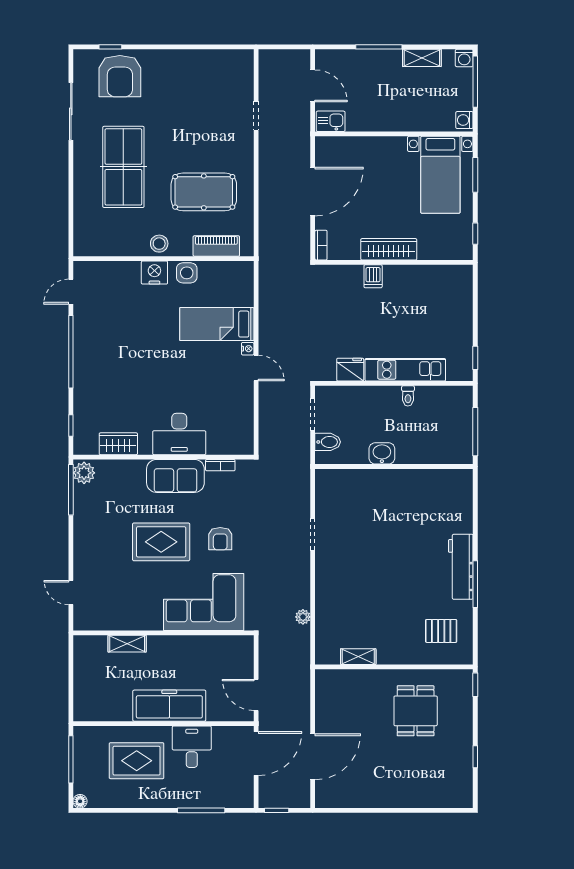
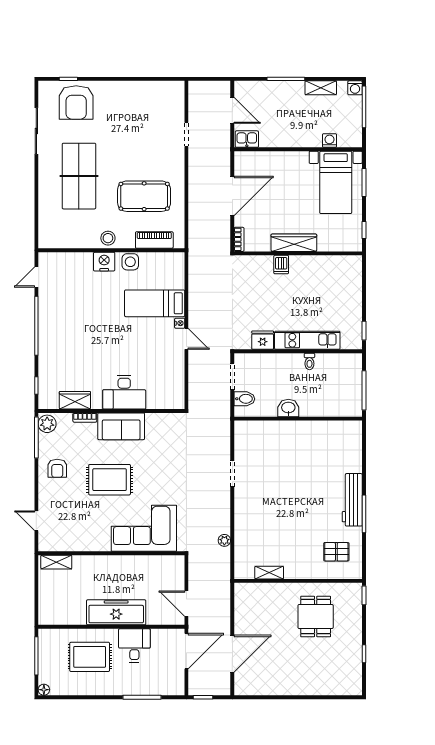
washing machine: (464, 120) -> (329, 141), moved, turned 90
bookcase: (220, 465) -> (85, 418), moved
armchair: (220, 539) -> (57, 468), moved
shelving: (127, 644) -> (56, 562), moved

